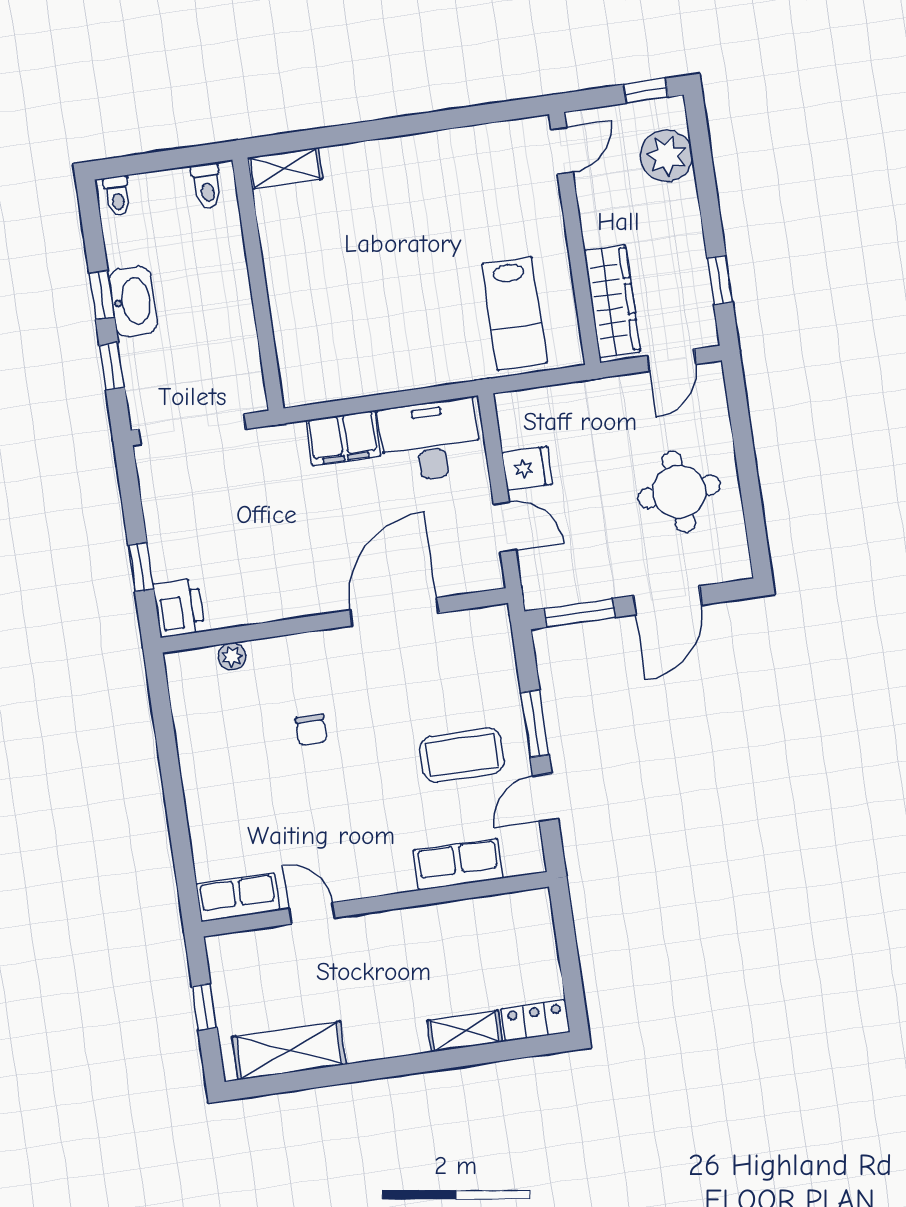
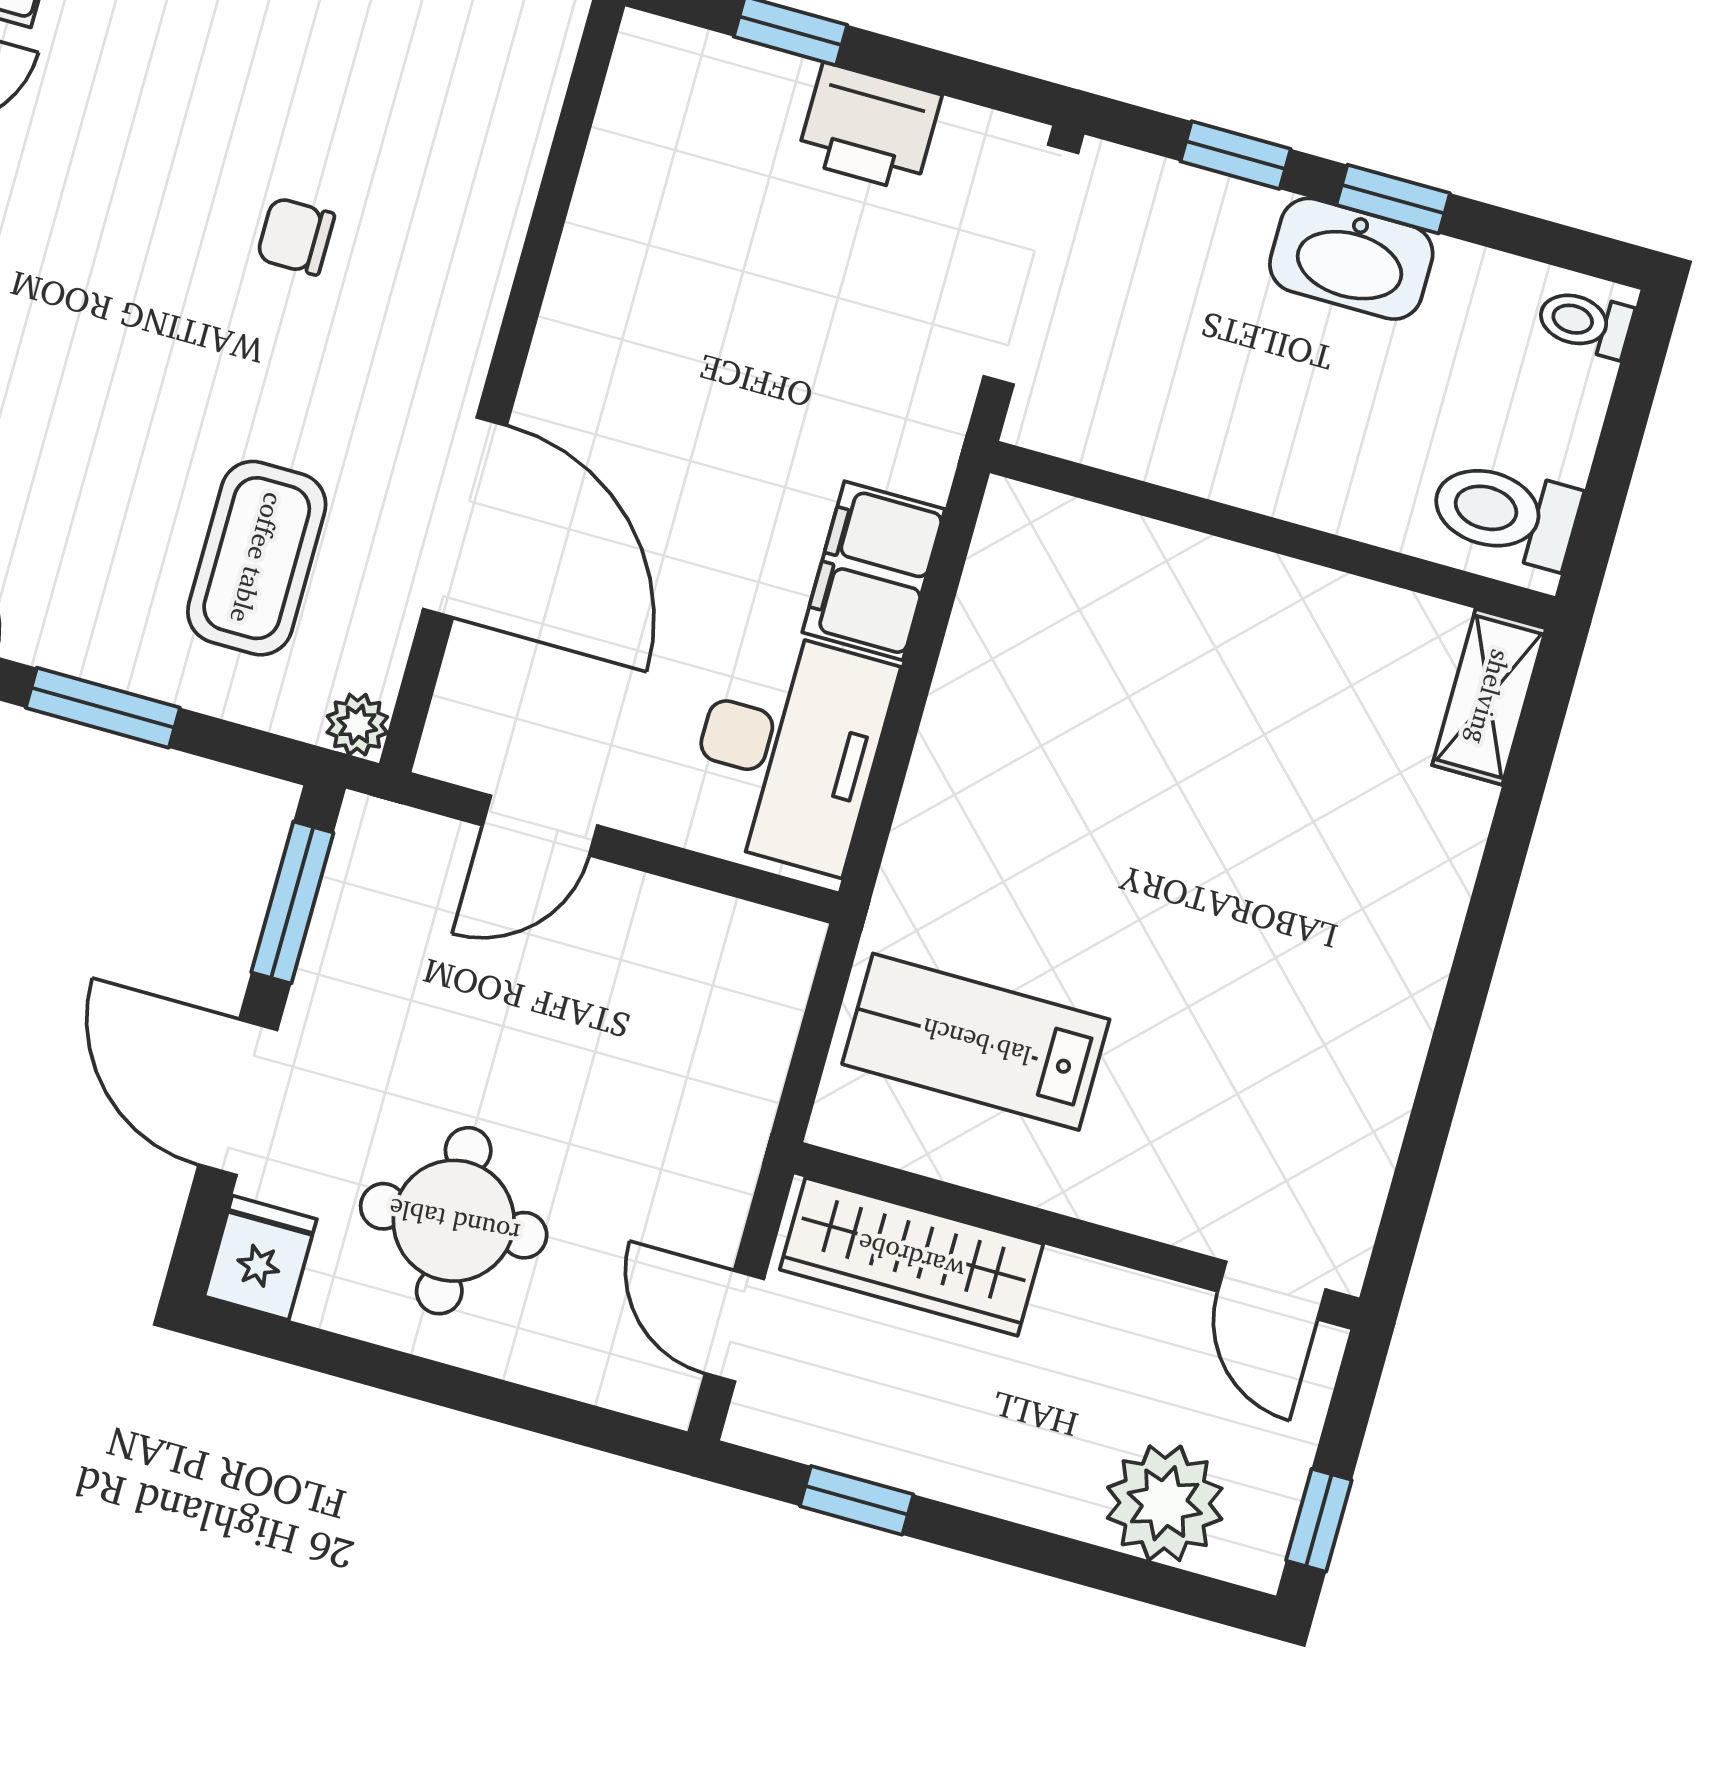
toilet: (207, 186) -> (1505, 513), width x1.37, depth x1.39
fridge: (527, 468) -> (260, 1258), moved, turned 180
printer: (179, 608) -> (869, 128), moved
plant: (232, 656) -> (357, 725), moved
coffee table: (462, 755) -> (257, 558), moved

